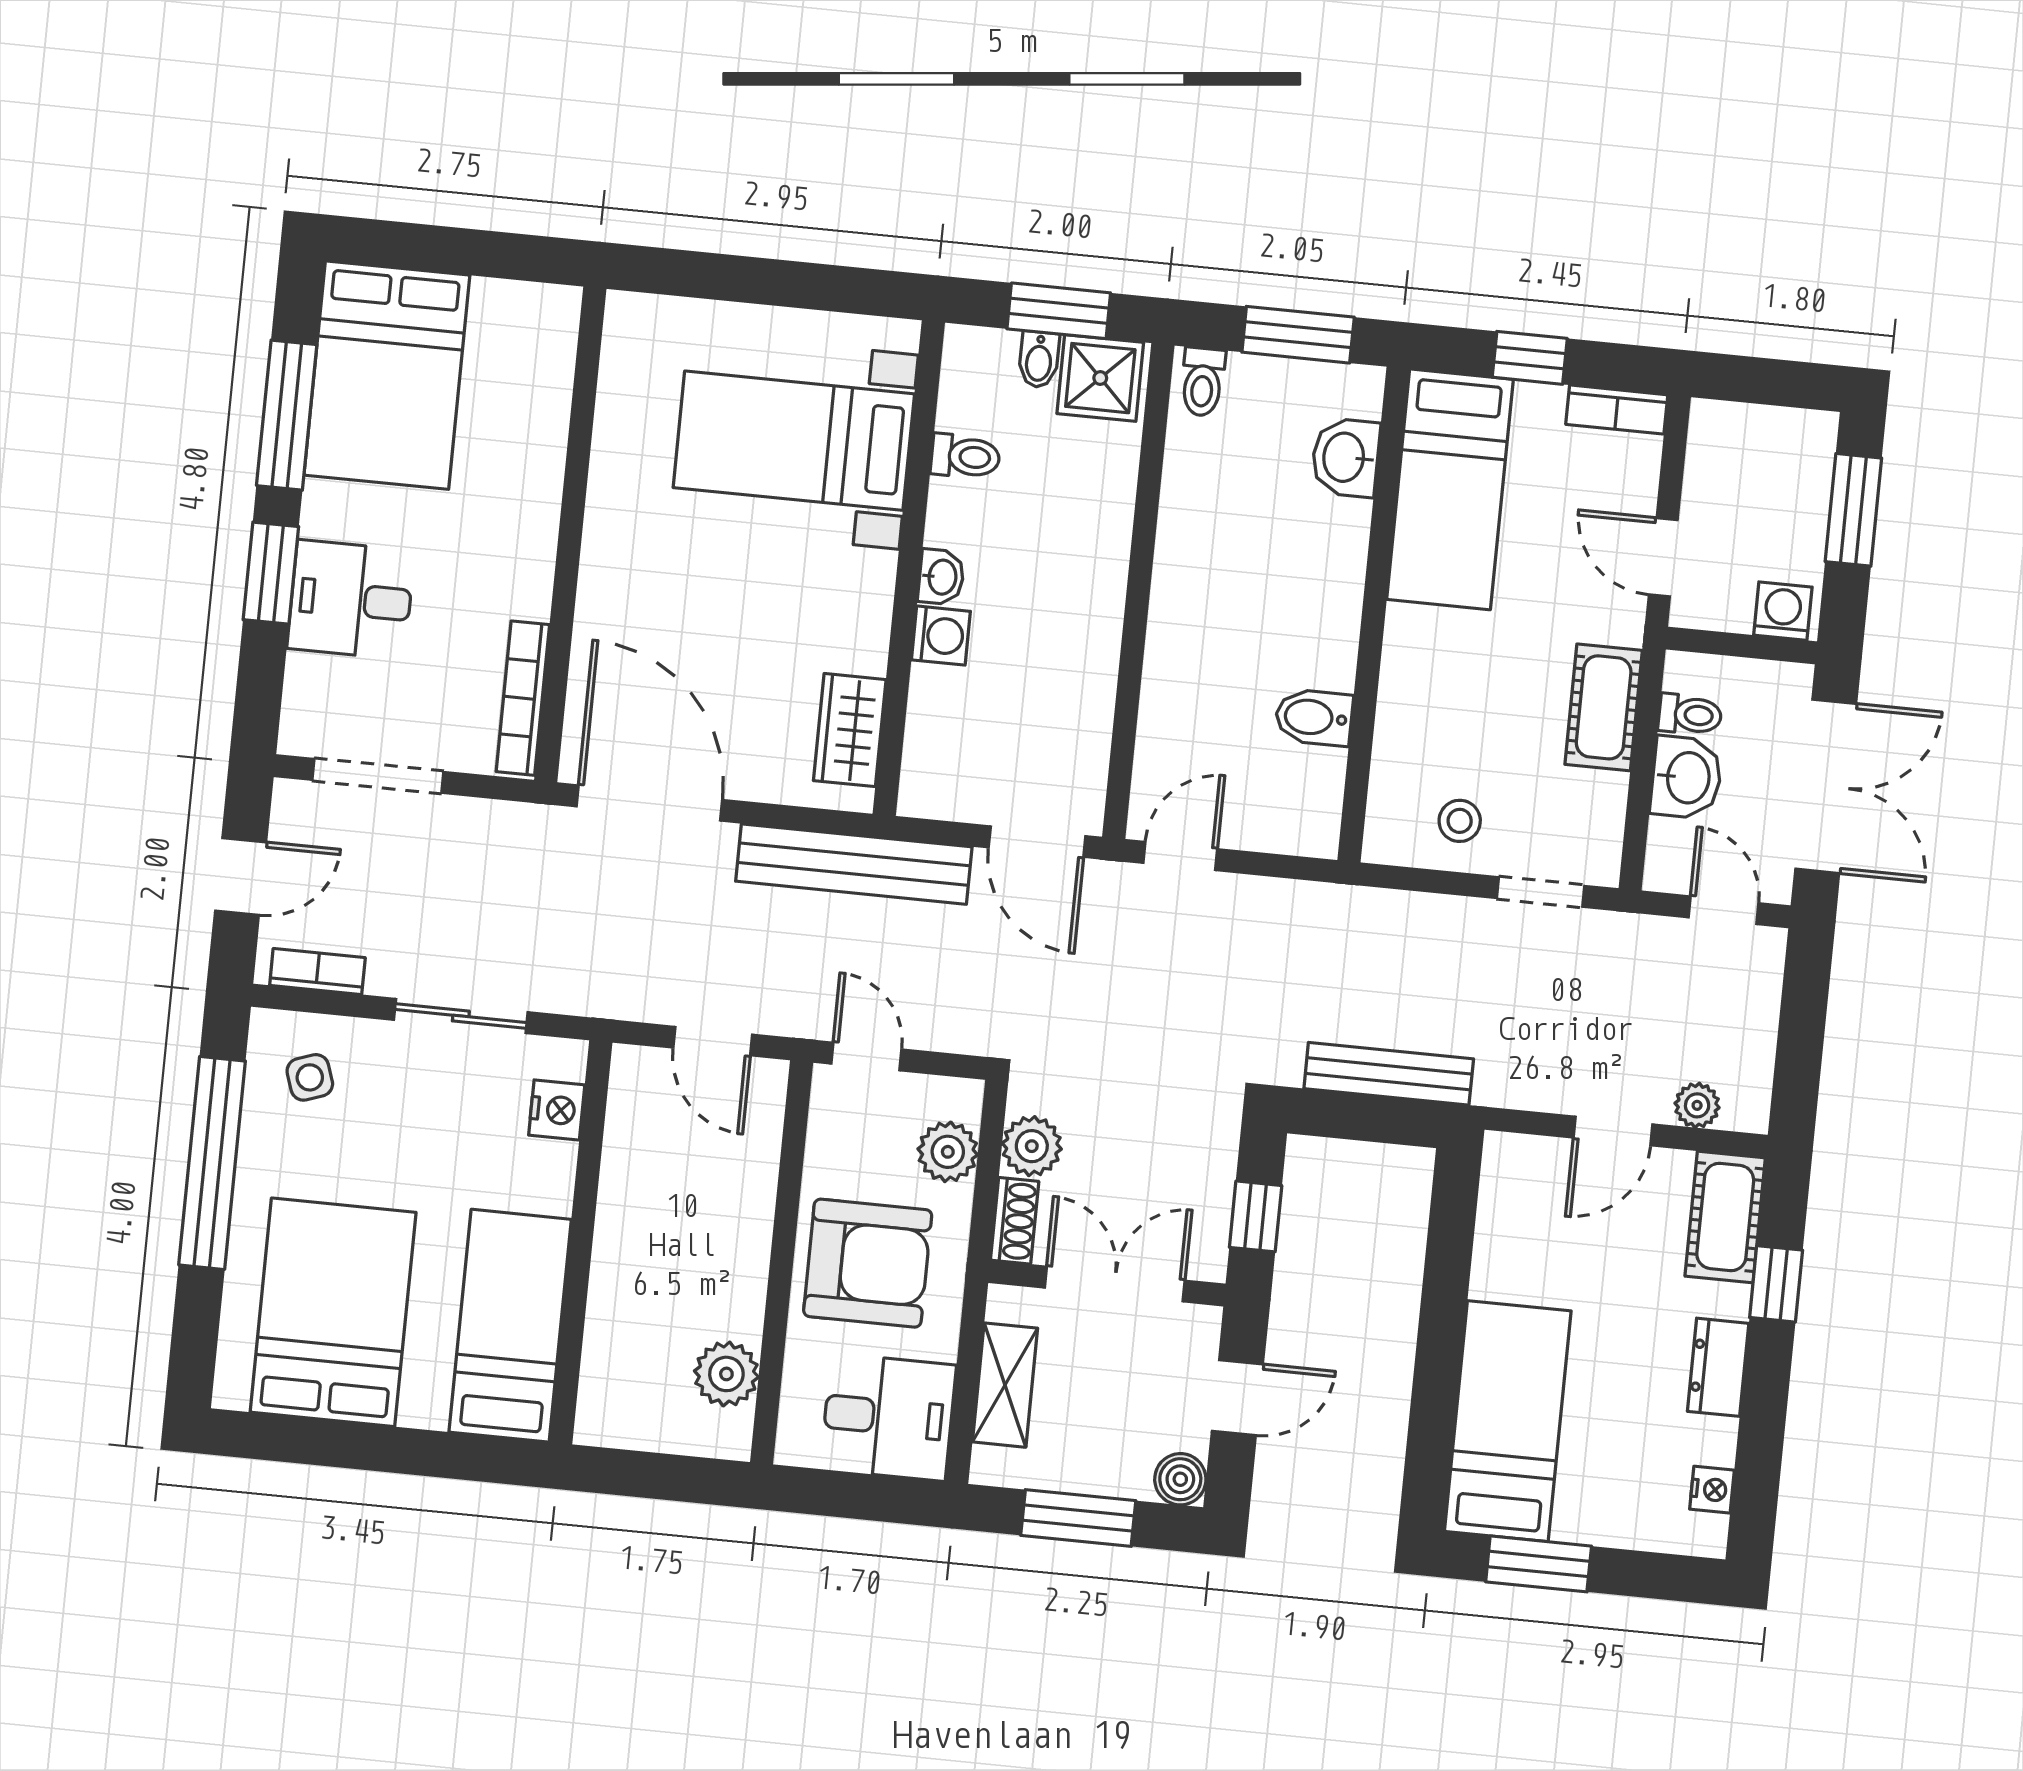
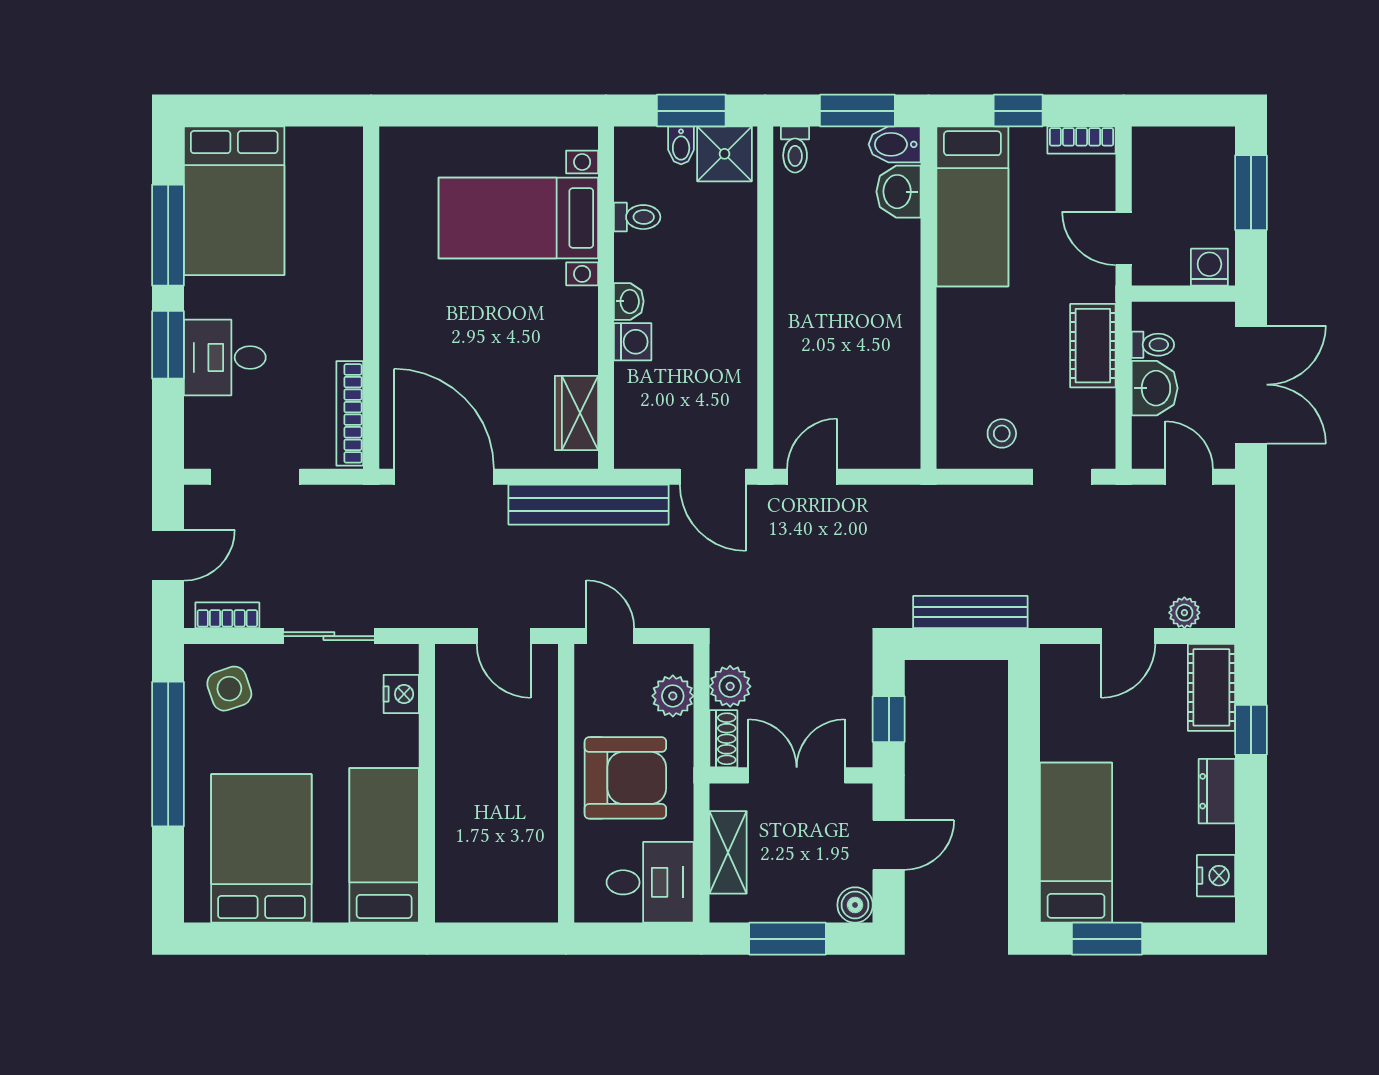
bidet: (1314, 717) -> (895, 144), moved
side table: (310, 1077) -> (229, 689), width x1.37, depth x1.37
plant: (726, 1374) -> (536, 864), removed
nightstand: (1712, 1490) -> (1216, 876), width x1.39, depth x1.35

